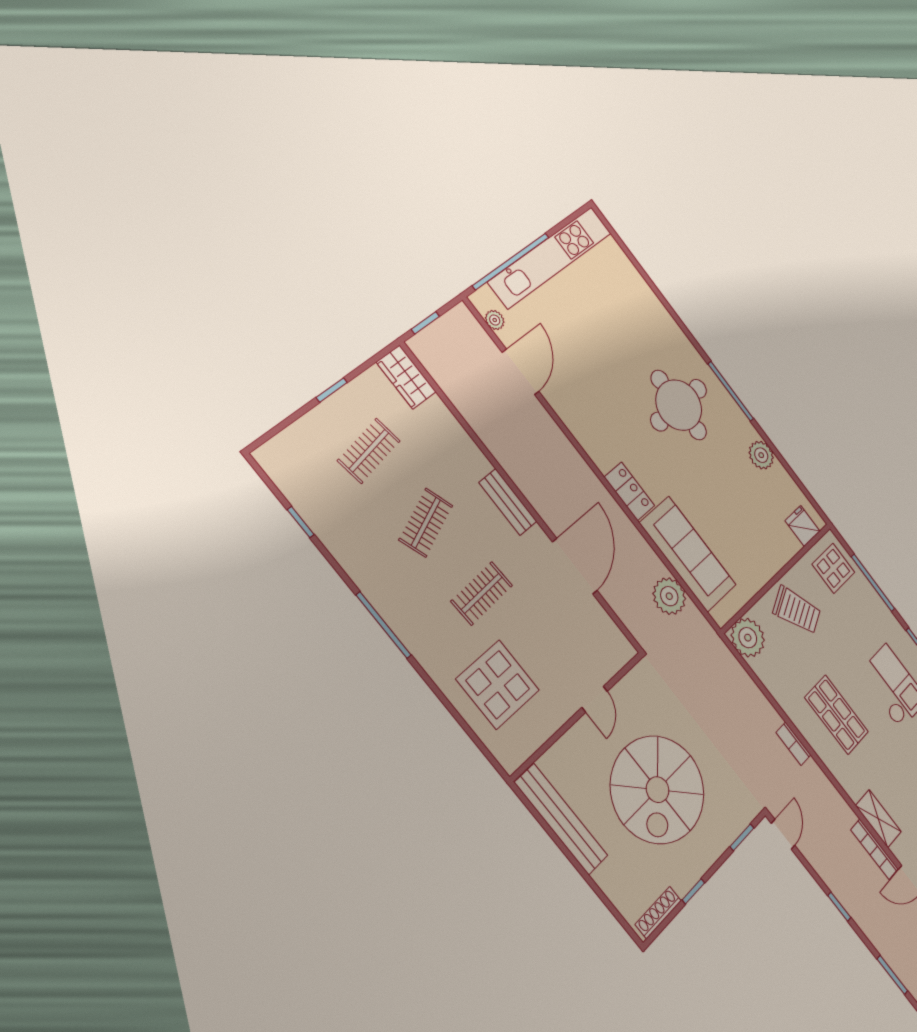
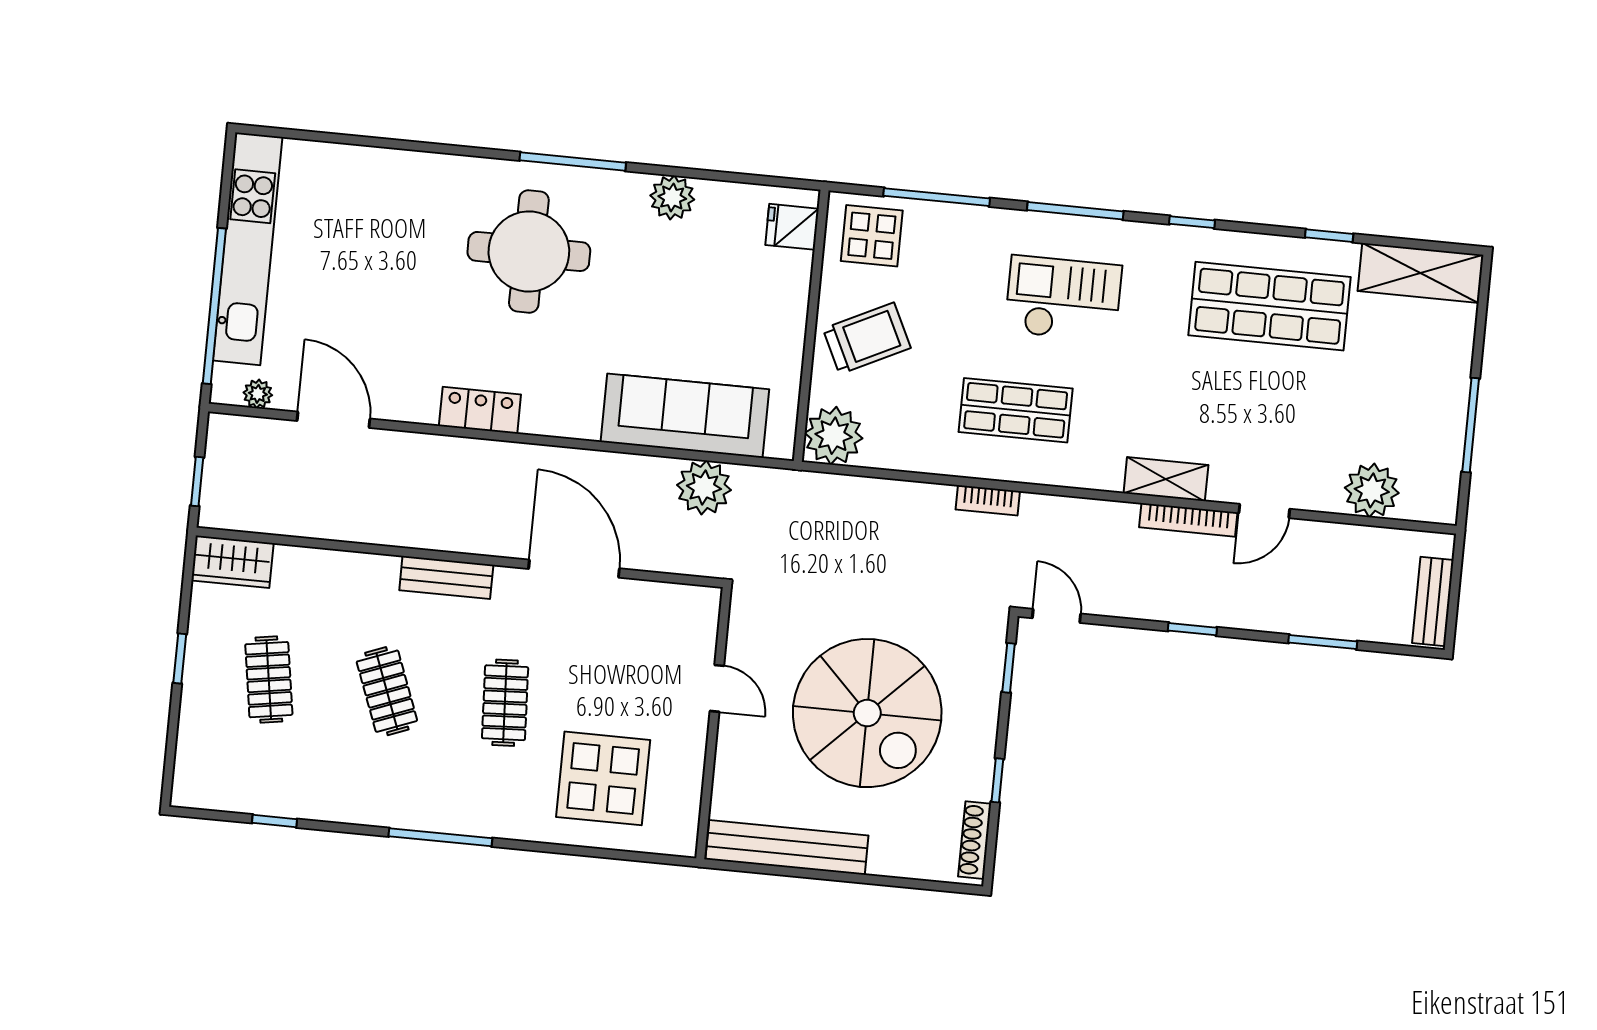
locker: (629, 491) -> (480, 410), moved

